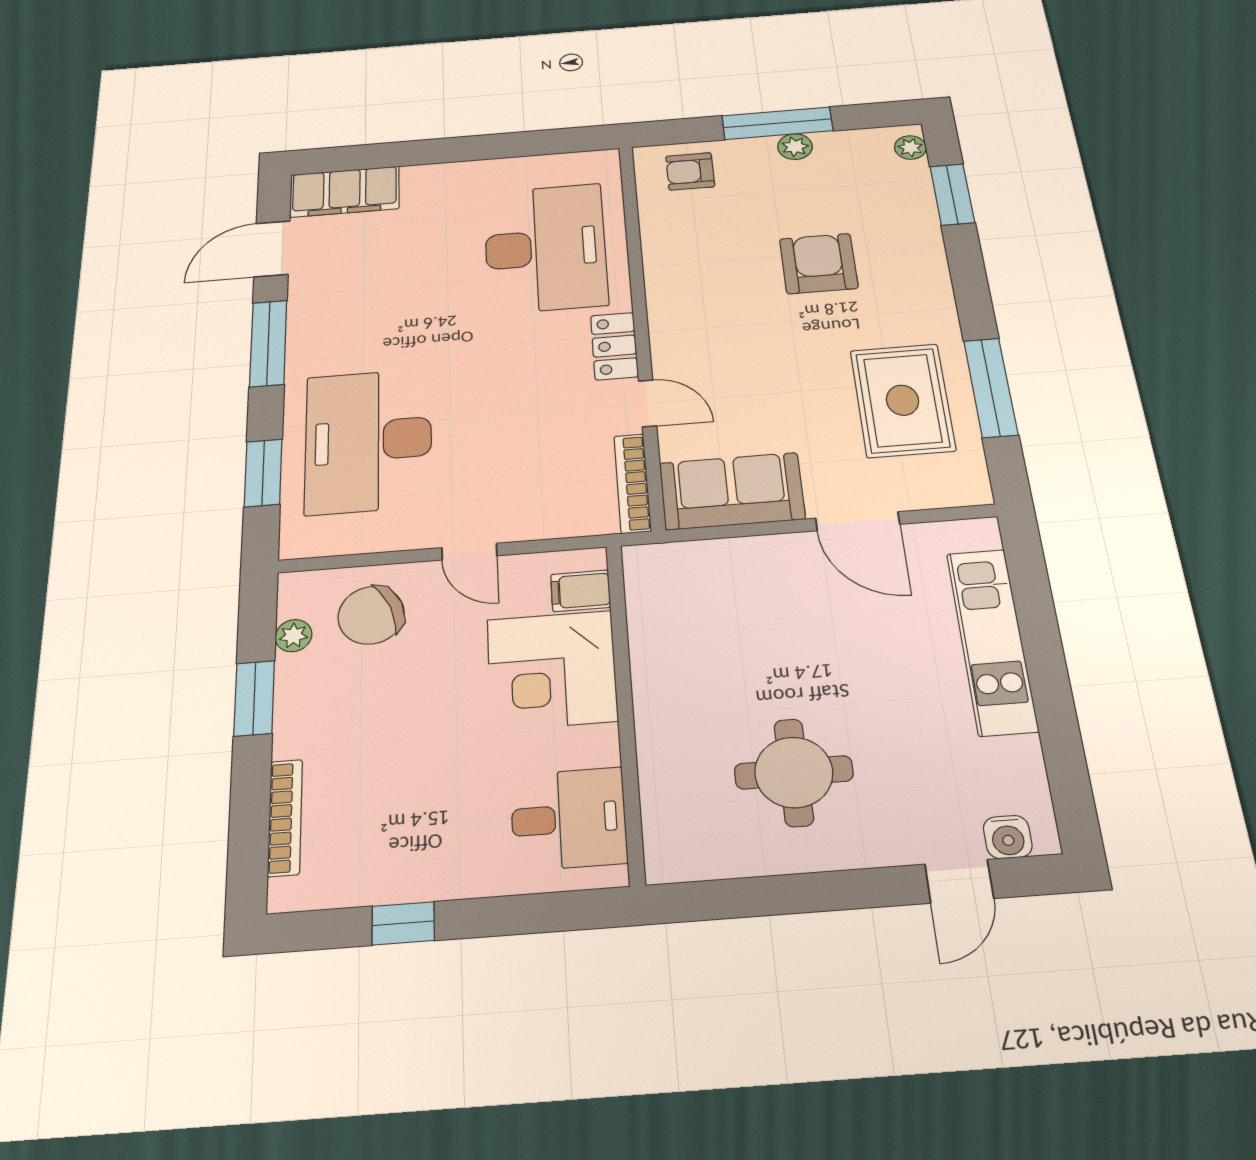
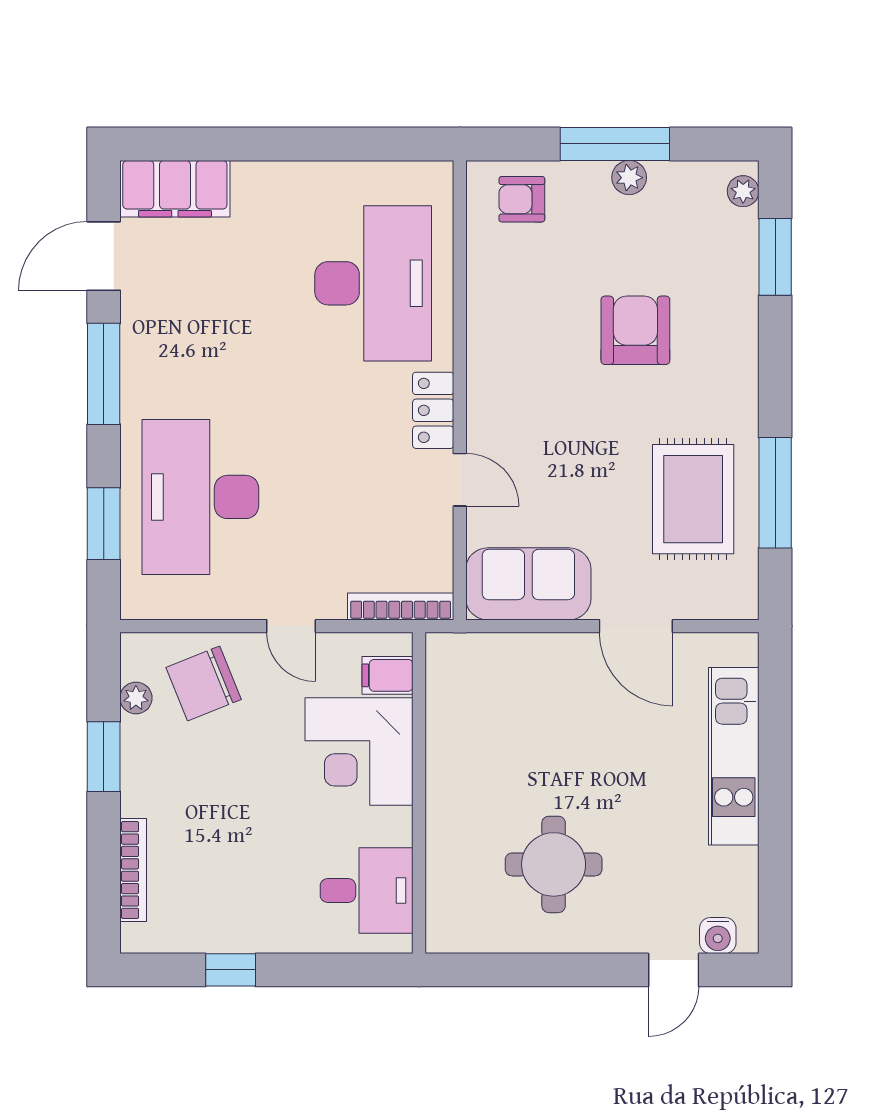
bookcase: (632, 483) -> (401, 606), moved, turned 90

